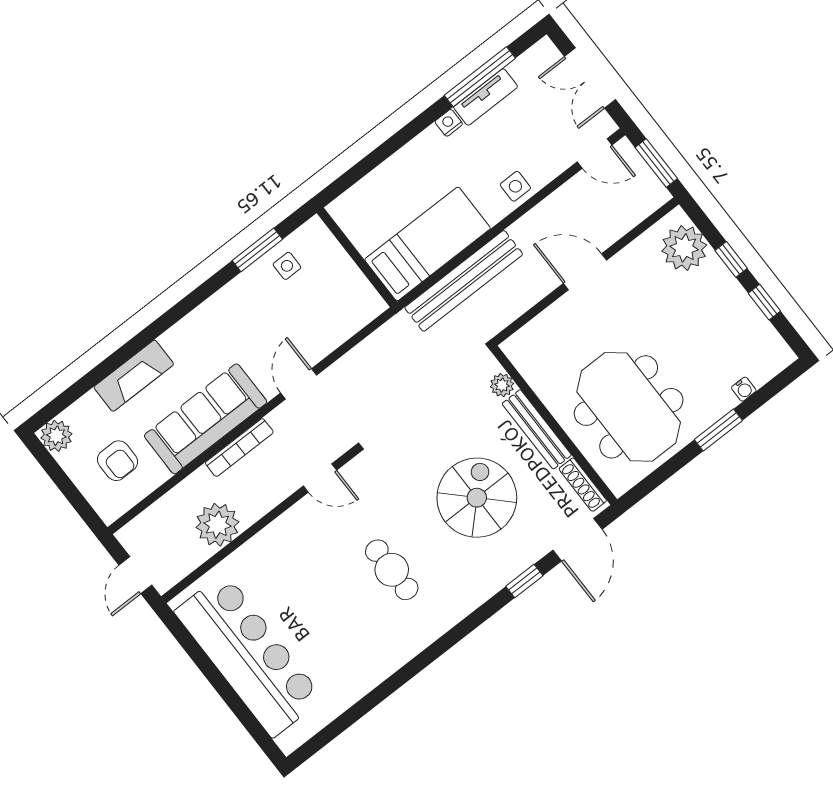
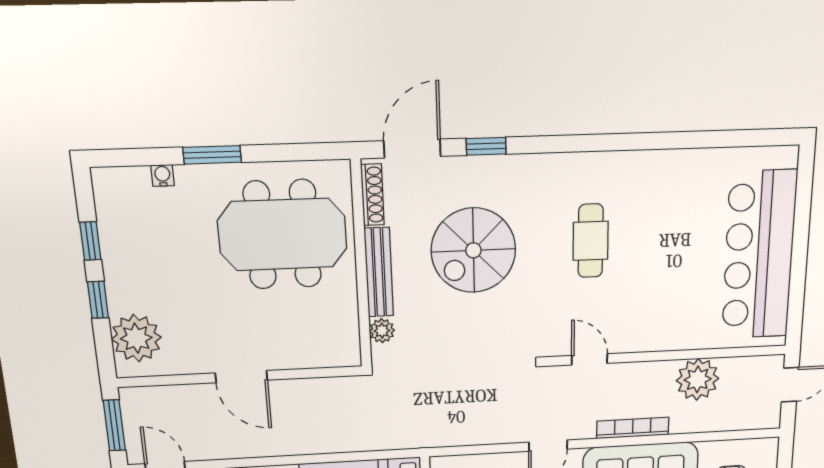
bench: (464, 281) -> (352, 437), removed
meeting table: (629, 407) -> (283, 235), turned 90

